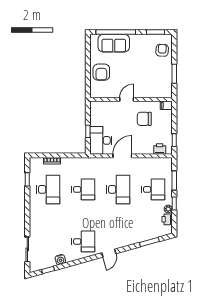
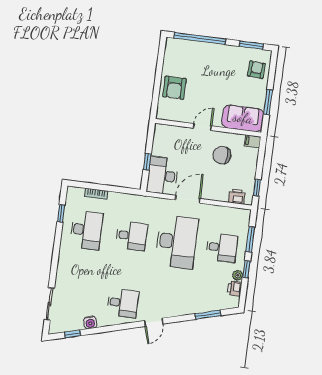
sofa: (114, 43) -> (243, 118), moved, turned 180
desk: (118, 189) -> (177, 242), width x1.36, depth x1.30

